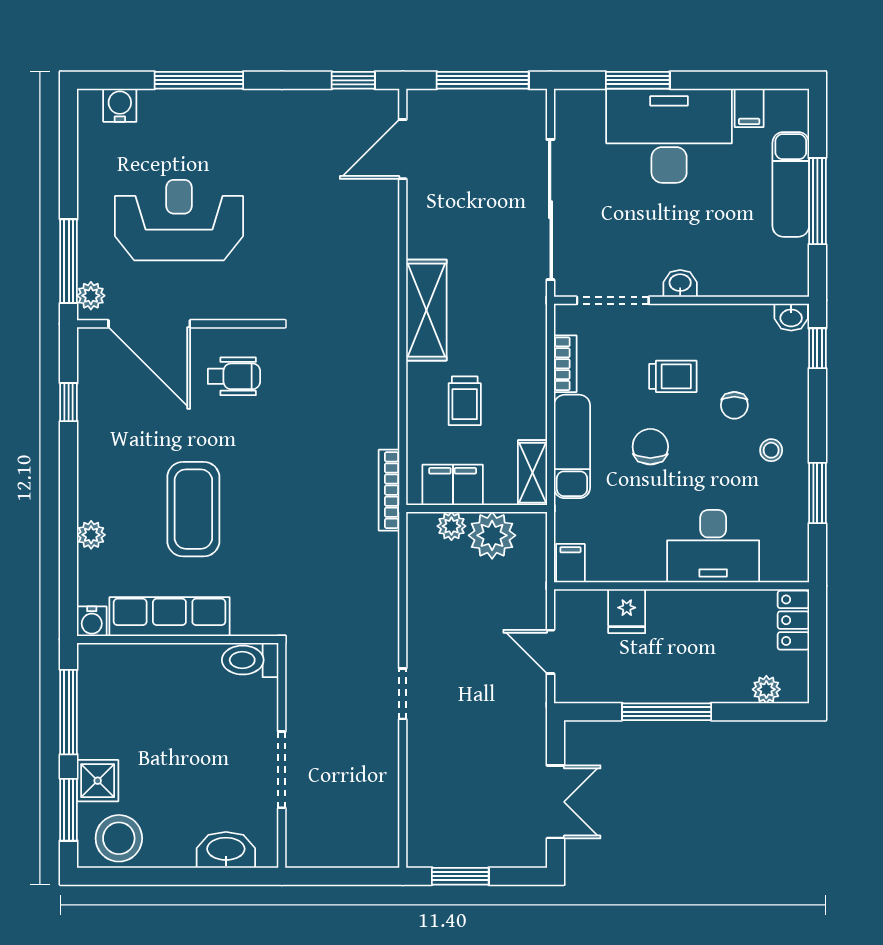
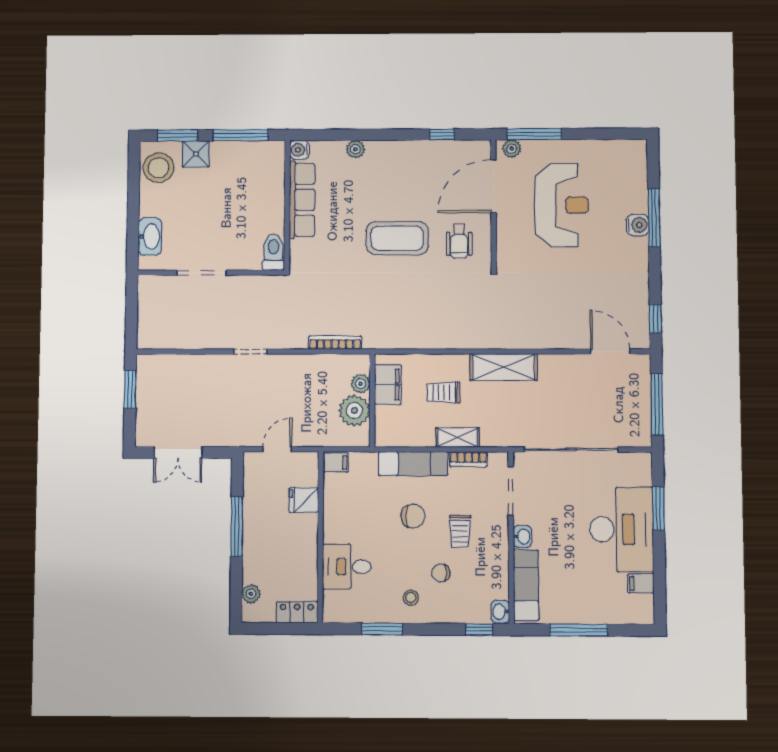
water cooler: (120, 105) -> (638, 225), moved
exam couch: (791, 184) -> (526, 585), moved, turned 90
shelving: (533, 473) -> (458, 437), moved
bookcase: (389, 490) -> (335, 343), moved
coffee table: (193, 509) -> (397, 238), moved
desk: (713, 546) -> (347, 567), width x0.73

